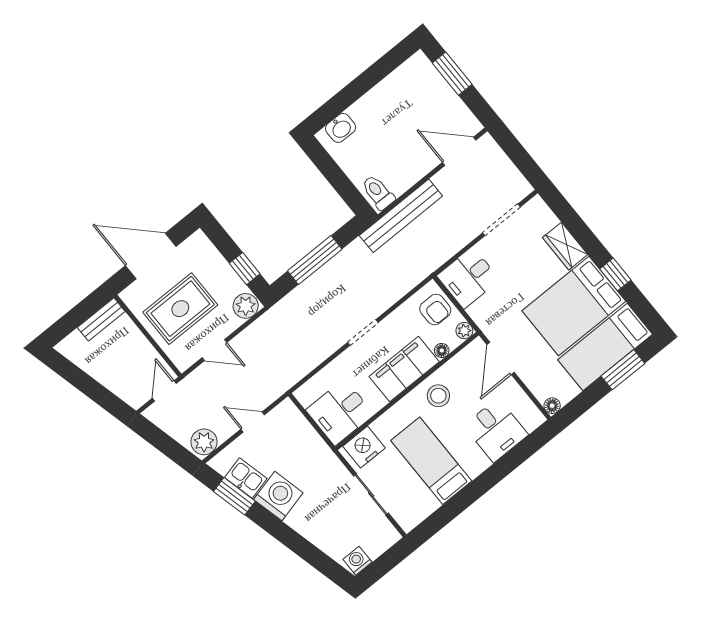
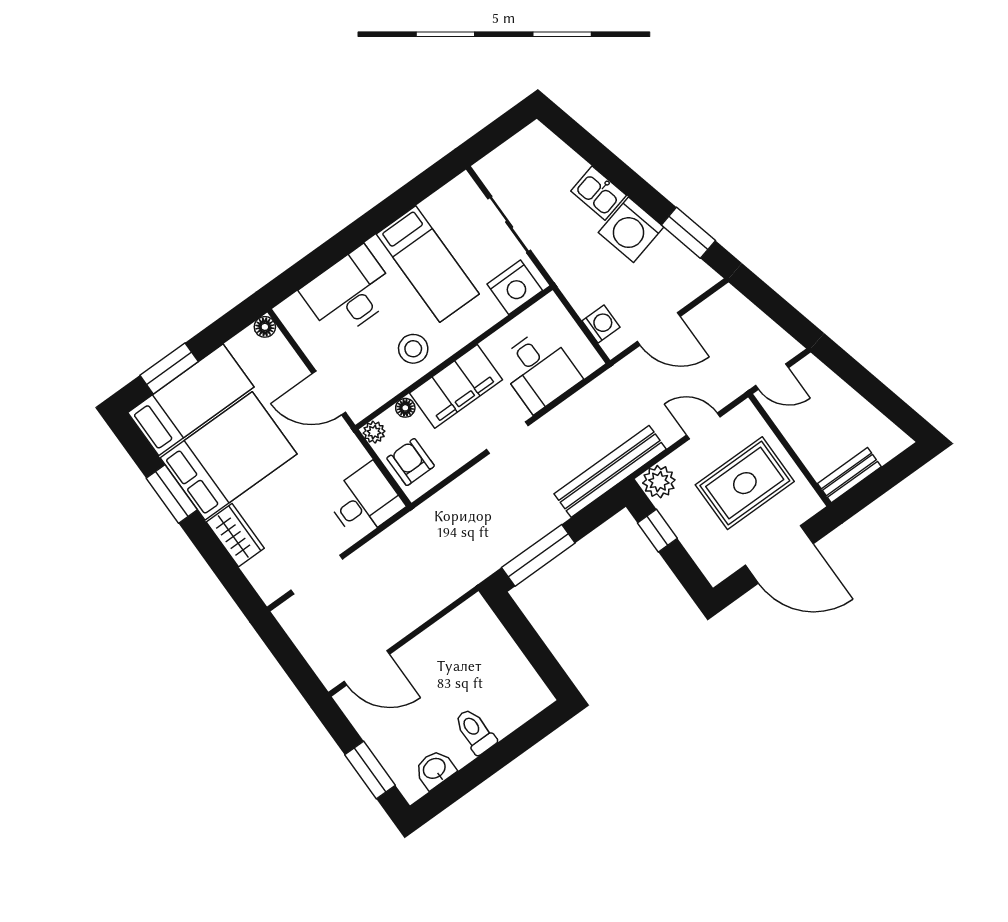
washbasin: (341, 128) -> (435, 769), moved
toilet: (378, 192) -> (475, 731), moved, turned 180
bench: (401, 216) -> (610, 471), moved
window: (315, 260) -> (538, 555), moved
window: (615, 274) -> (172, 494), width x1.50
door: (501, 358) -> (329, 393), swing flipped
door: (164, 391) -> (772, 377), hinge flipped
desk: (340, 412) -> (539, 370), moved, turned 90
door: (253, 422) -> (659, 329), width x1.38
desk: (496, 430) -> (349, 293), width x1.37
plant: (204, 442) -> (724, 306), removed
kitchen sink: (246, 478) -> (599, 193), moved
washing machine: (357, 561) -> (601, 324), moved, turned -90

